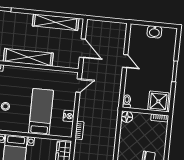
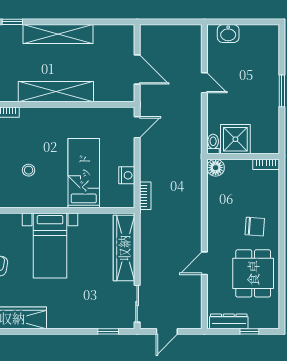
shelving: (56, 22) -> (58, 34), moved
washbasin: (154, 32) -> (228, 34), moved
shower: (158, 101) -> (235, 139), moved

